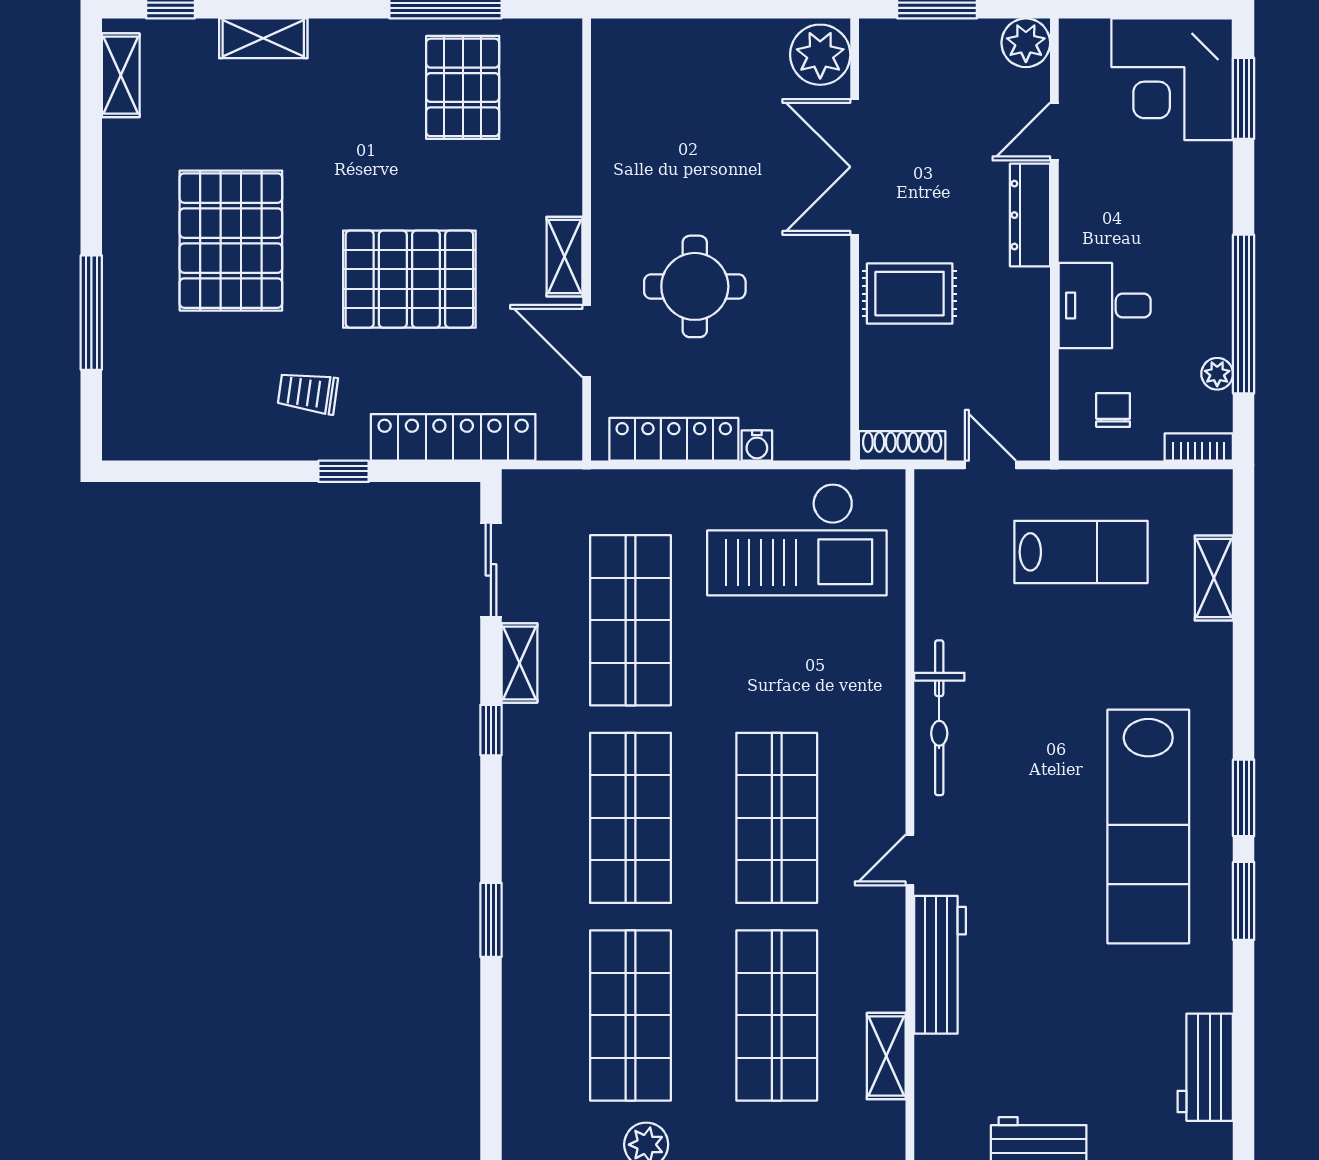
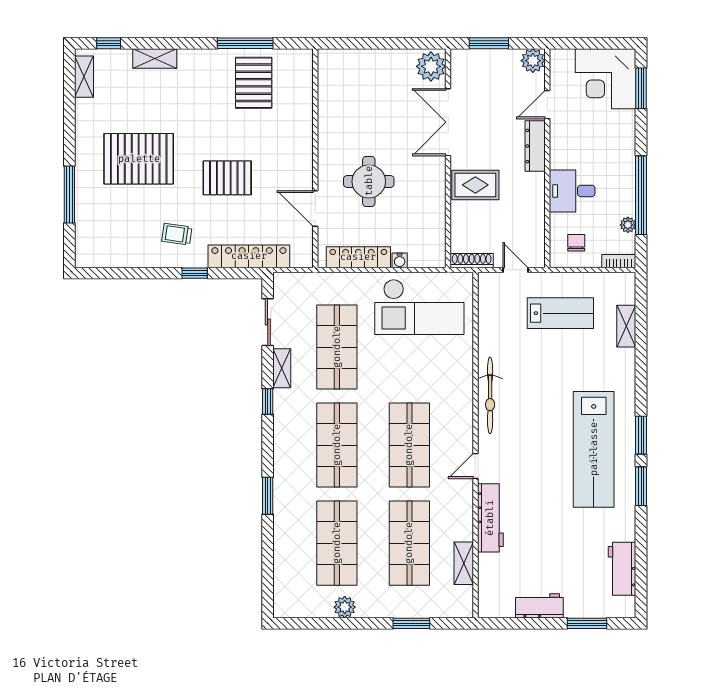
pallet: (231, 241) -> (139, 159), turned 90
shelving: (565, 257) -> (304, 167), removed
pallet: (409, 279) -> (227, 178), width x0.73, depth x0.71

